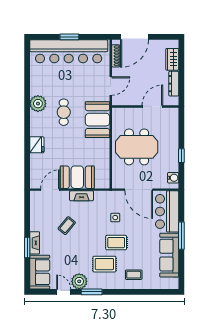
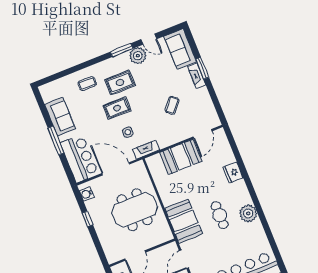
fireplace: (82, 196) -> (146, 150), moved
sofa: (169, 255) -> (60, 117), width x0.73

